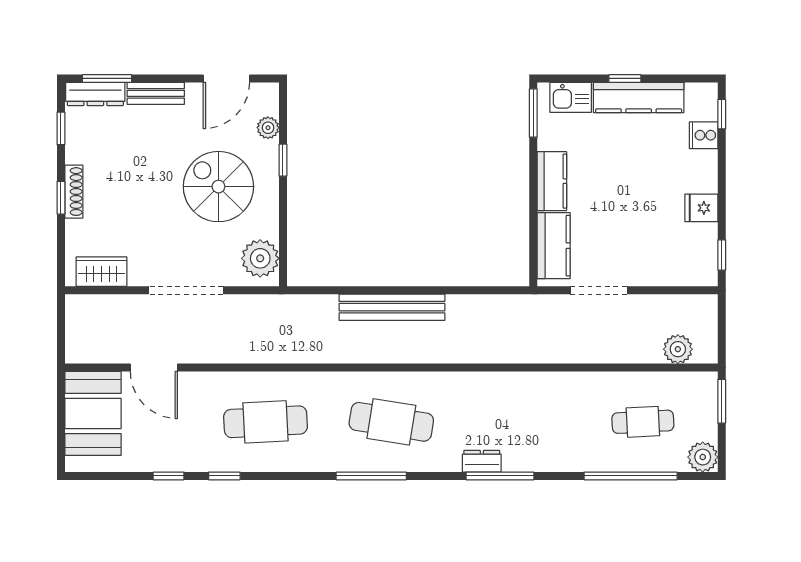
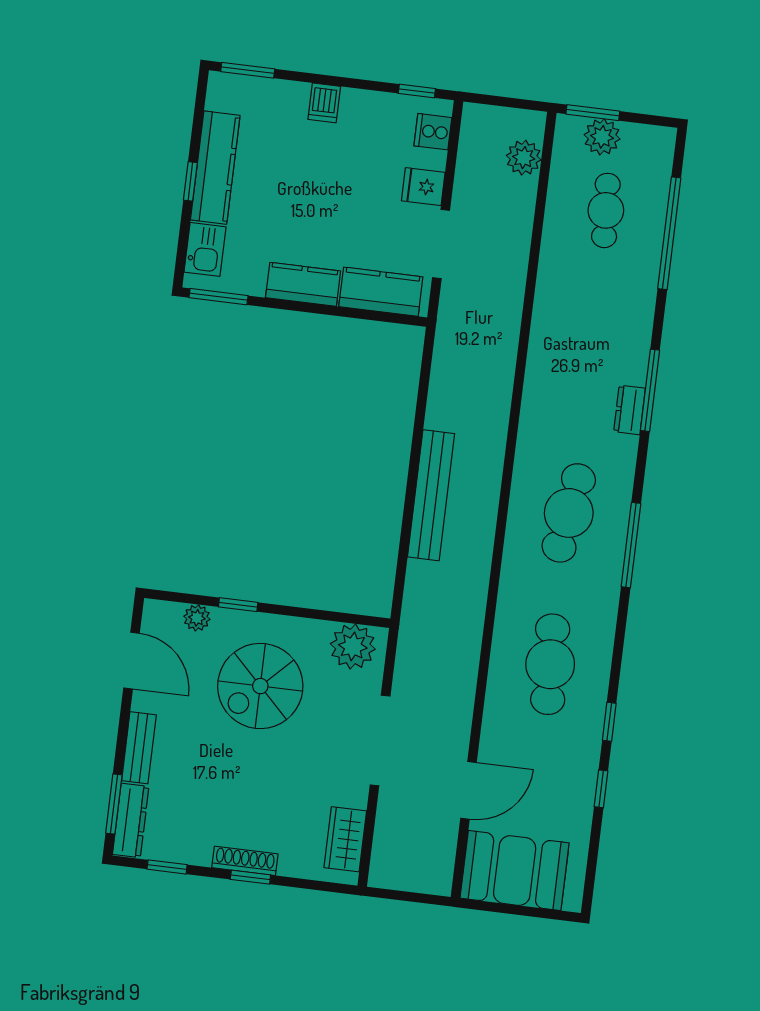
window: (722, 114) -> (248, 70), width x1.50
cooker: (704, 135) -> (433, 132), moved, turned 90
dishwasher: (703, 180) -> (324, 103), added
fridge: (701, 208) -> (423, 187), moved, turned 90
plant: (703, 457) -> (602, 137), moved

